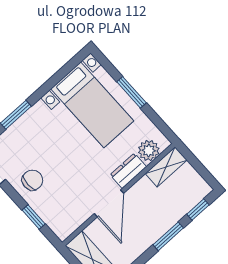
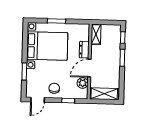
bed with nightstands: (92, 105) -> (47, 46), width x1.36
plant: (149, 151) -> (83, 83), moved
door: (109, 203) -> (89, 68), swing flipped

